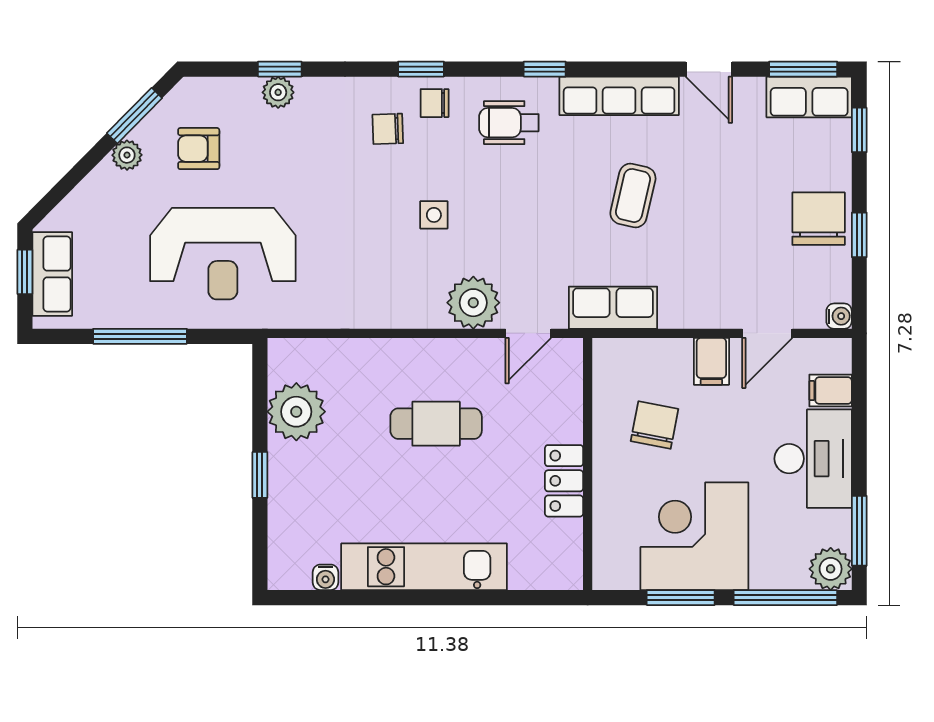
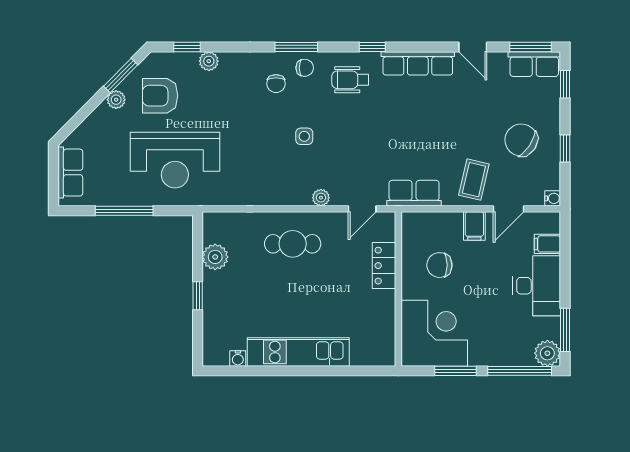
window: (280, 69) -> (187, 47), moved
window: (421, 69) -> (296, 47), width x1.50
chair: (435, 103) -> (305, 68), turned 180
chair: (388, 129) -> (276, 84), turned -88
armchair: (199, 149) -> (160, 96), width x1.38, depth x1.38
coffee table: (633, 196) -> (474, 180), moved
chair: (819, 219) -> (521, 140), moved, turned -56
window: (25, 272) -> (54, 171), removed
plant: (473, 303) -> (321, 198), width x0.53, depth x0.53
plant: (296, 412) -> (215, 257), width x0.73, depth x0.73
cafe table: (436, 424) -> (293, 244), moved
chair: (655, 425) -> (439, 265), turned -101
locker: (564, 481) -> (384, 266), moved
corner desk: (694, 536) -> (434, 333), moved, turned 90

